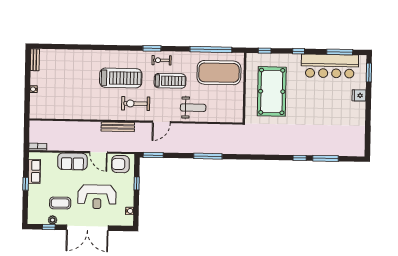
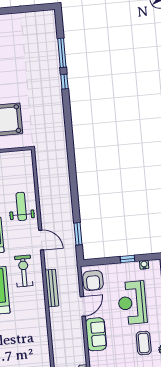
exercise bike: (136, 104) -> (24, 271), turned 180
window: (153, 155) -> (78, 234), moved
window: (208, 156) -> (74, 184), removed
window: (137, 183) -> (127, 259), moved
reception desk: (97, 197) -> (132, 303), turned 180

